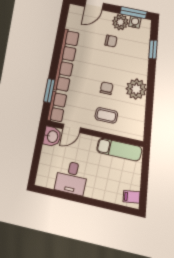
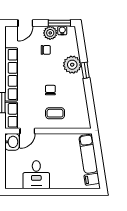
window: (153, 49) -> (85, 70), moved
plant: (136, 89) -> (72, 65), moved
exam couch: (119, 150) -> (88, 154), moved, turned 81

